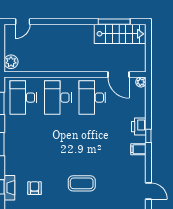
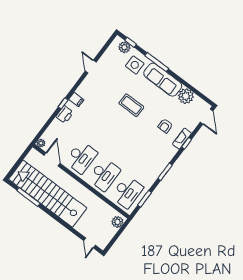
door: (23, 22) -> (89, 243), swing flipped
stairs: (120, 34) -> (48, 194), width x1.86, depth x1.51

